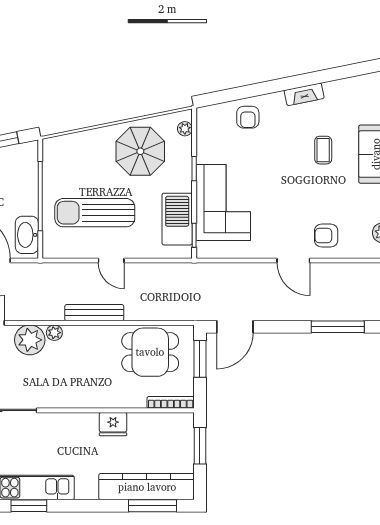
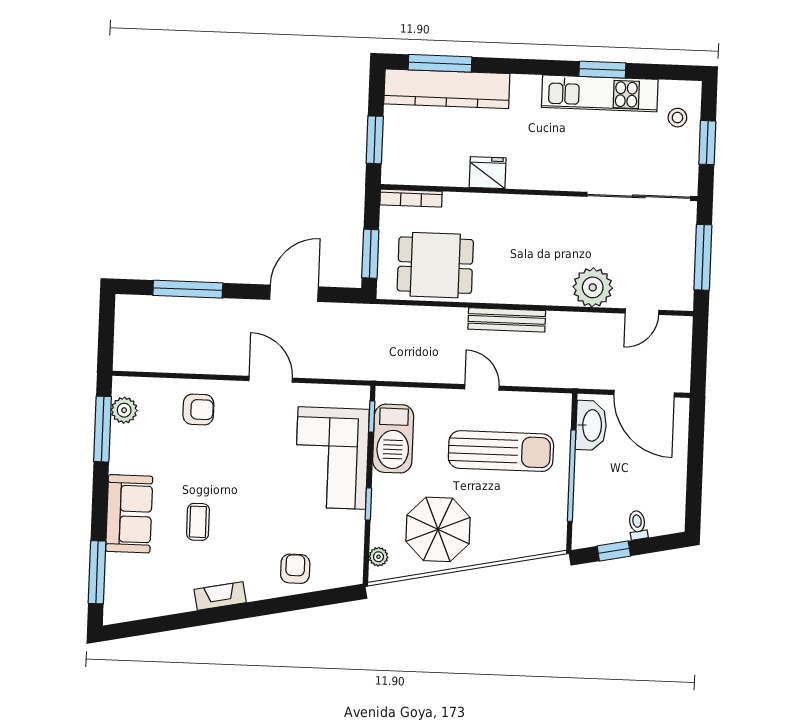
door: (293, 261) -> (271, 379), moved
door: (235, 327) -> (294, 293), moved
plant: (54, 333) -> (560, 296), removed

